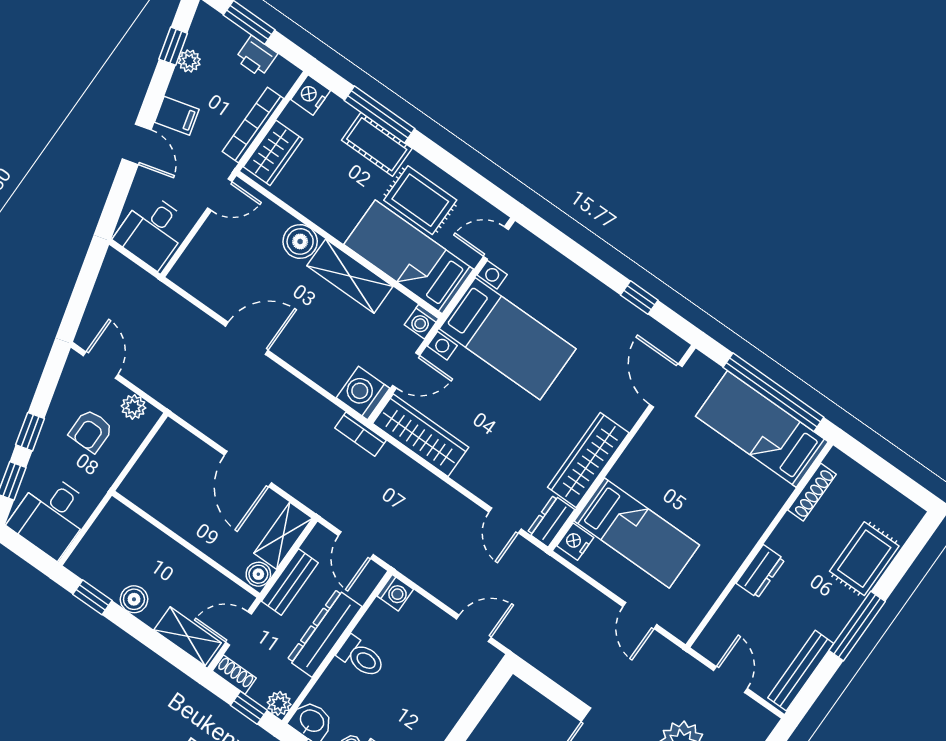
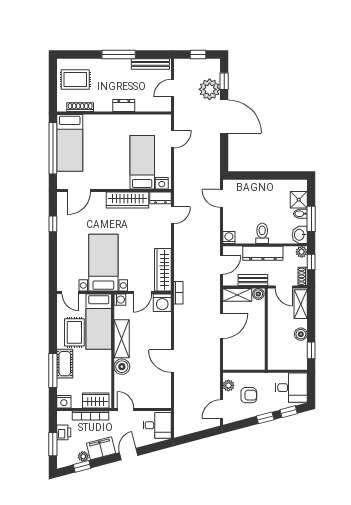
filing cabinet: (177, 116) -> (101, 448), width x2.00
door: (406, 370) -> (142, 292), swing flipped
rug: (864, 559) -> (75, 80), moved

